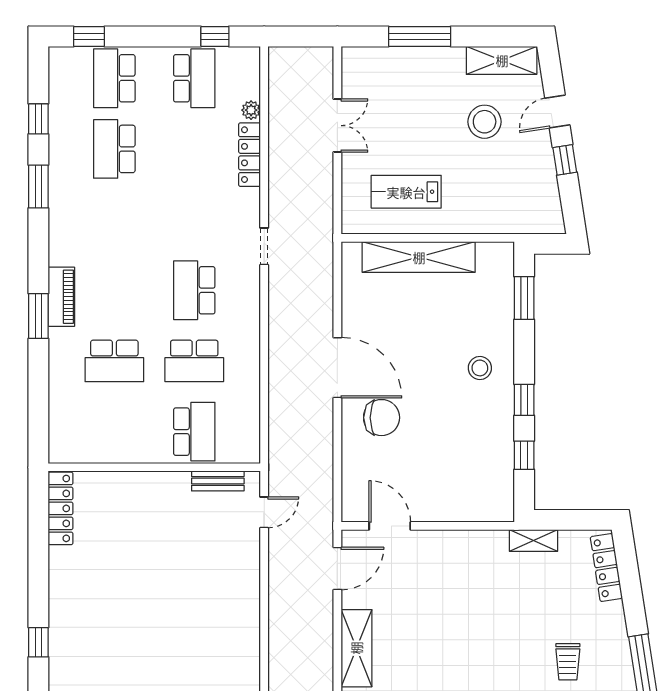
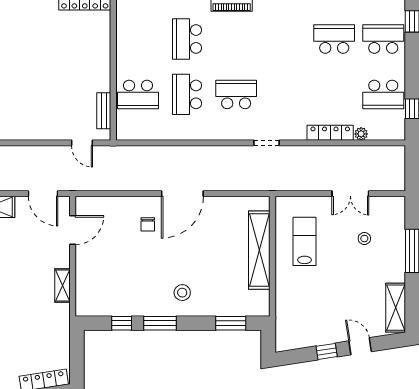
stool: (485, 122) -> (364, 238), moved, width x0.53, depth x0.53
window: (524, 400) -> (160, 323), width x1.50
chair: (382, 418) -> (148, 224), width x0.54, depth x0.54
shelving: (533, 540) -> (63, 285), moved

